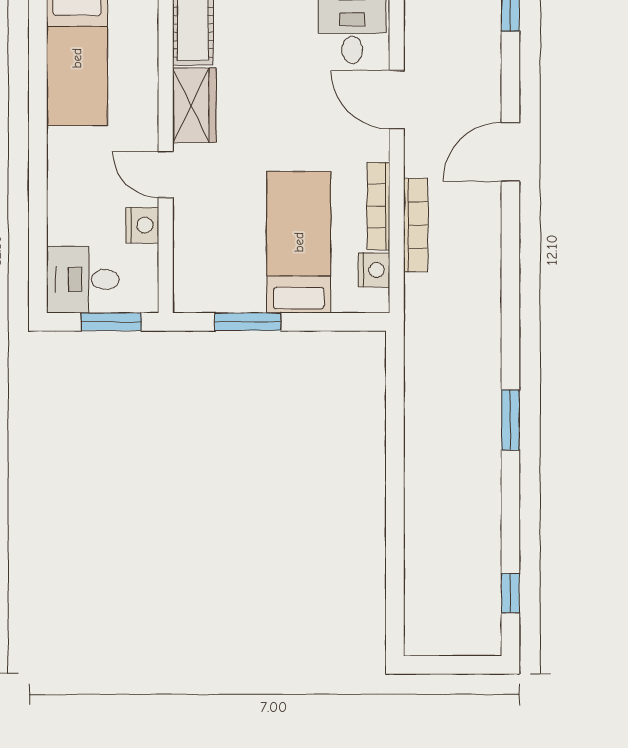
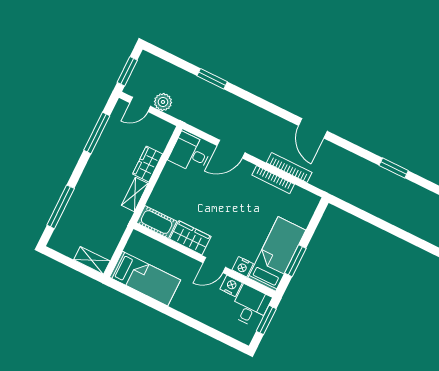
door: (510, 152) -> (313, 128), moved
bed: (299, 242) -> (277, 254), moved, turned 90
nightstand: (374, 270) -> (243, 267), moved, turned 180
desk: (83, 280) -> (250, 306), moved, turned 180

